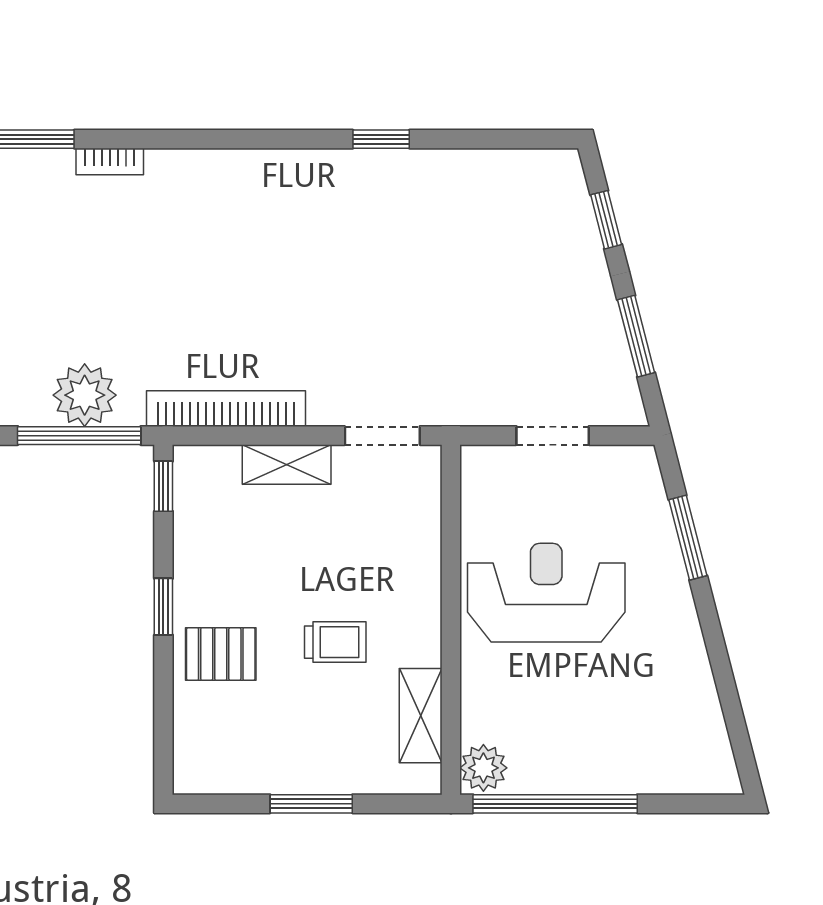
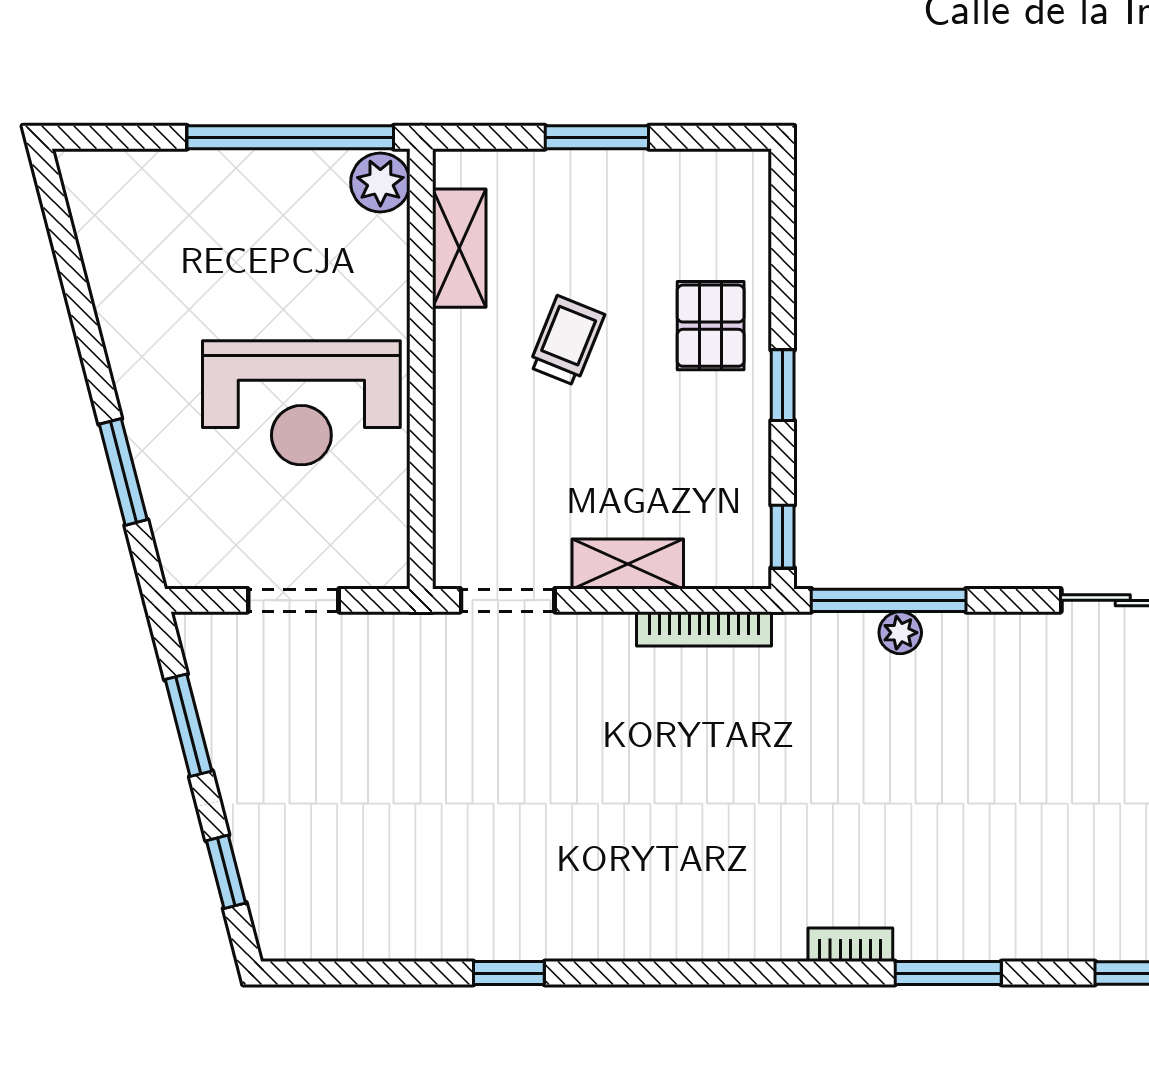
plant: (85, 395) -> (900, 633), width x0.53, depth x0.53
bookcase: (226, 409) -> (704, 629), width x0.68, depth x0.76
trolley: (335, 642) -> (567, 341), turned 112
pallet: (221, 654) -> (711, 326), turned 90

